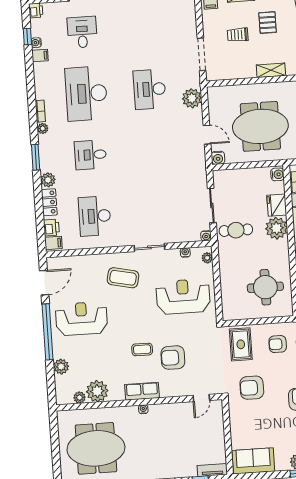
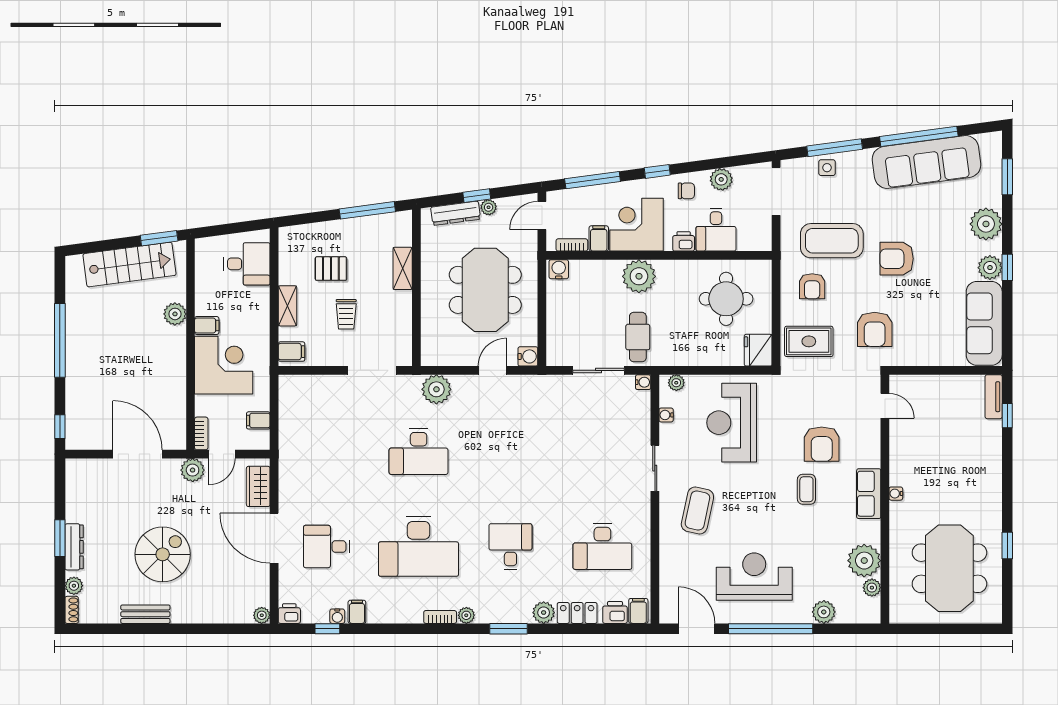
desk: (90, 155) -> (510, 547), turned 180
fridge: (277, 205) -> (758, 350), moved, turned 90
reception desk: (81, 319) -> (754, 577), turned 90
sofa: (253, 461) -> (984, 323), width x1.36

